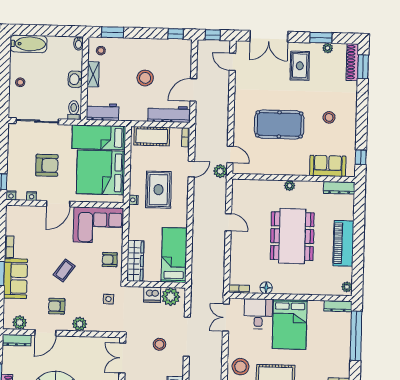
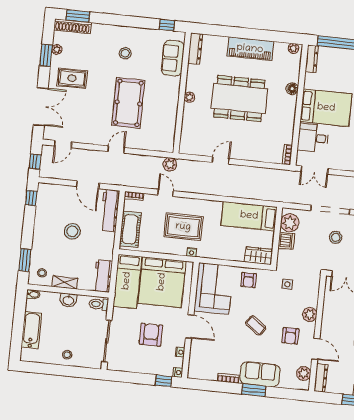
bathtub: (28, 44) -> (31, 330), moved
door: (230, 154) -> (116, 150), moved
wardrobe: (135, 261) -> (258, 256), width x0.67
floor lamp: (266, 288) -> (292, 89), moved

